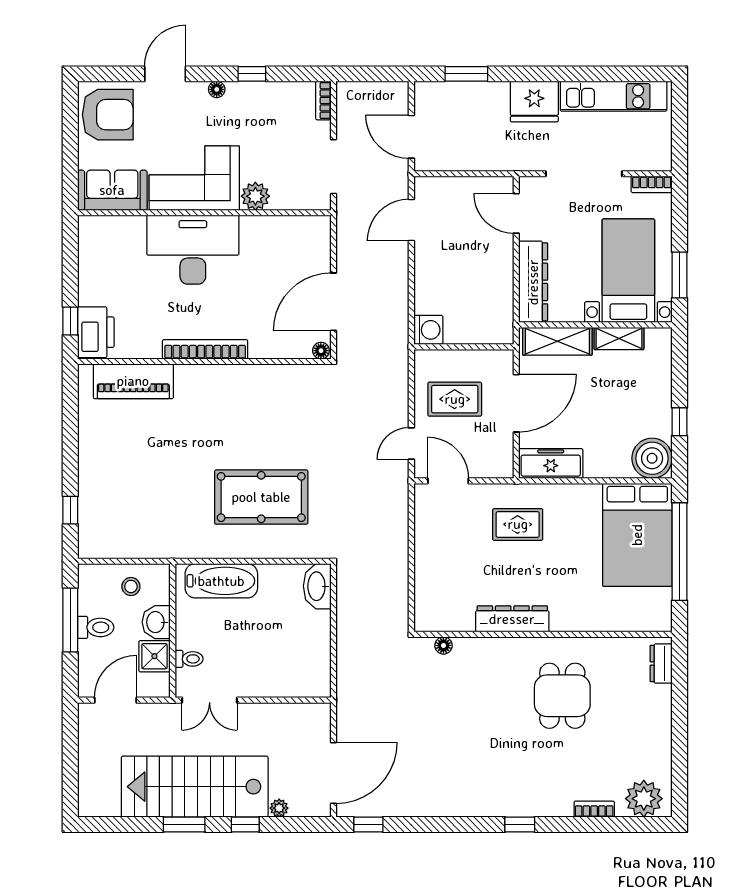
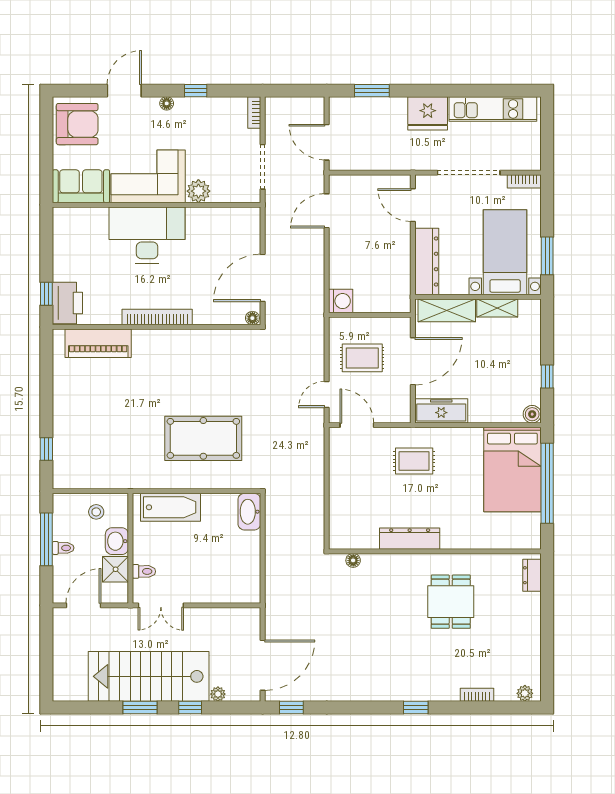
boiler: (652, 458) -> (532, 414), width x0.54, depth x0.54
toilet: (96, 627) -> (63, 548), width x0.73, depth x0.72
plant: (644, 799) -> (525, 693), width x0.53, depth x0.53

